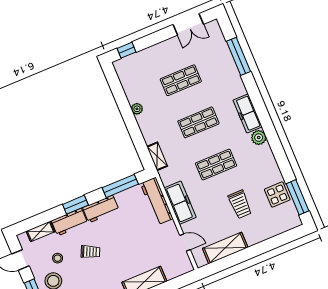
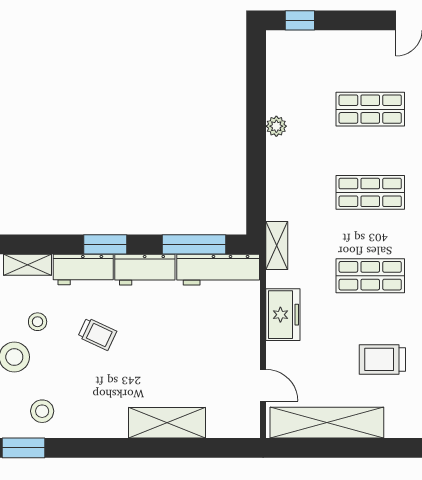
shelving: (157, 156) -> (277, 246), moved
workbench: (157, 201) -> (218, 270), moved, turned -90
freezer: (180, 203) -> (283, 315), width x0.71
trolley: (240, 204) -> (382, 359), turned 90
shelving: (225, 248) -> (327, 423), width x1.47

